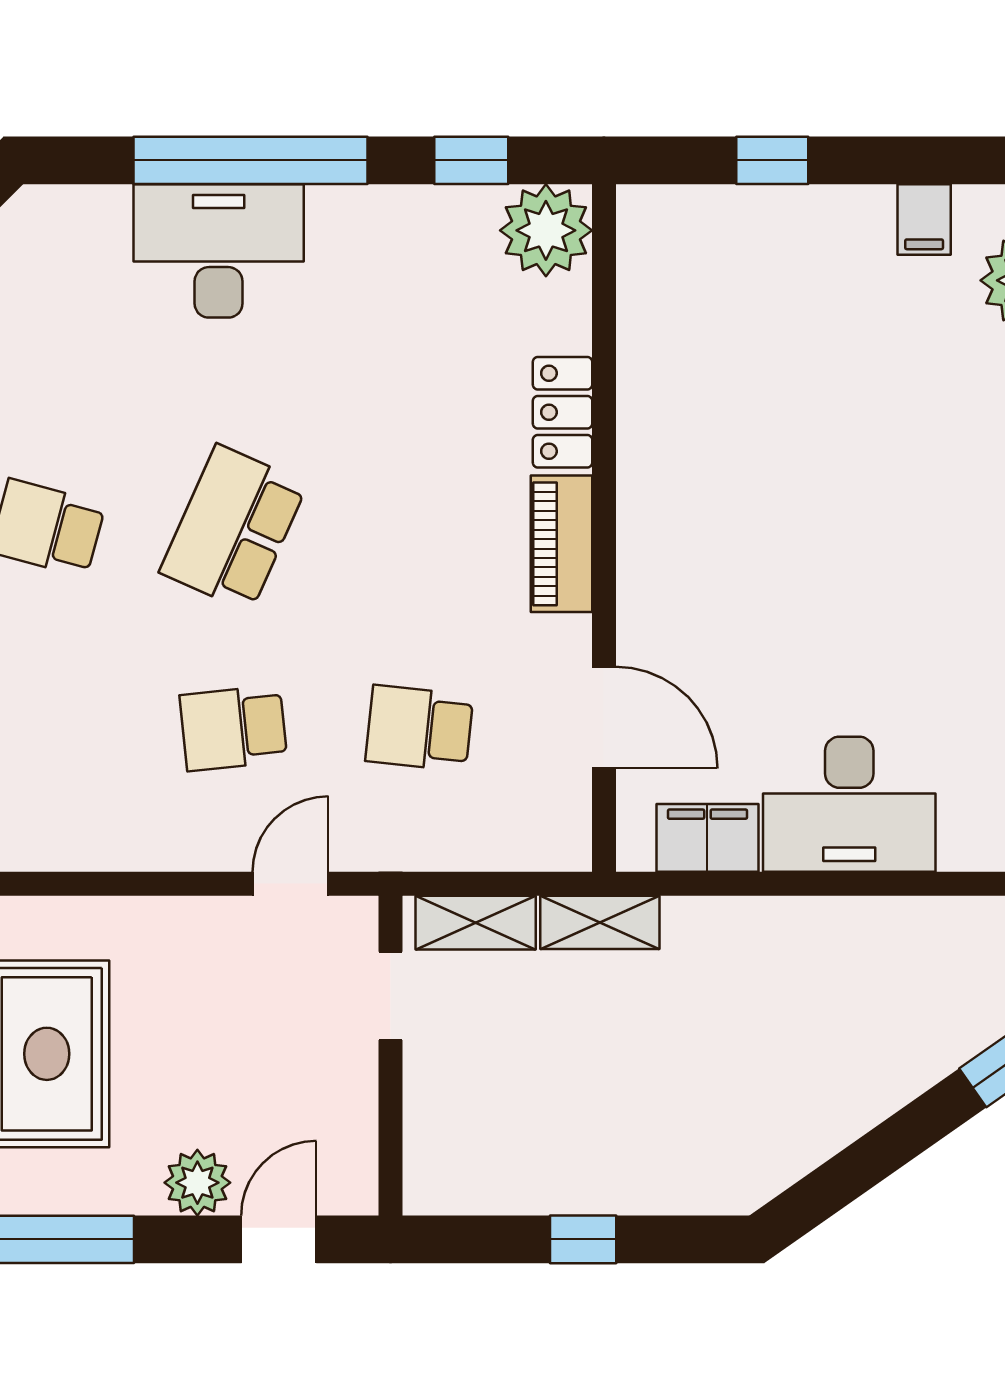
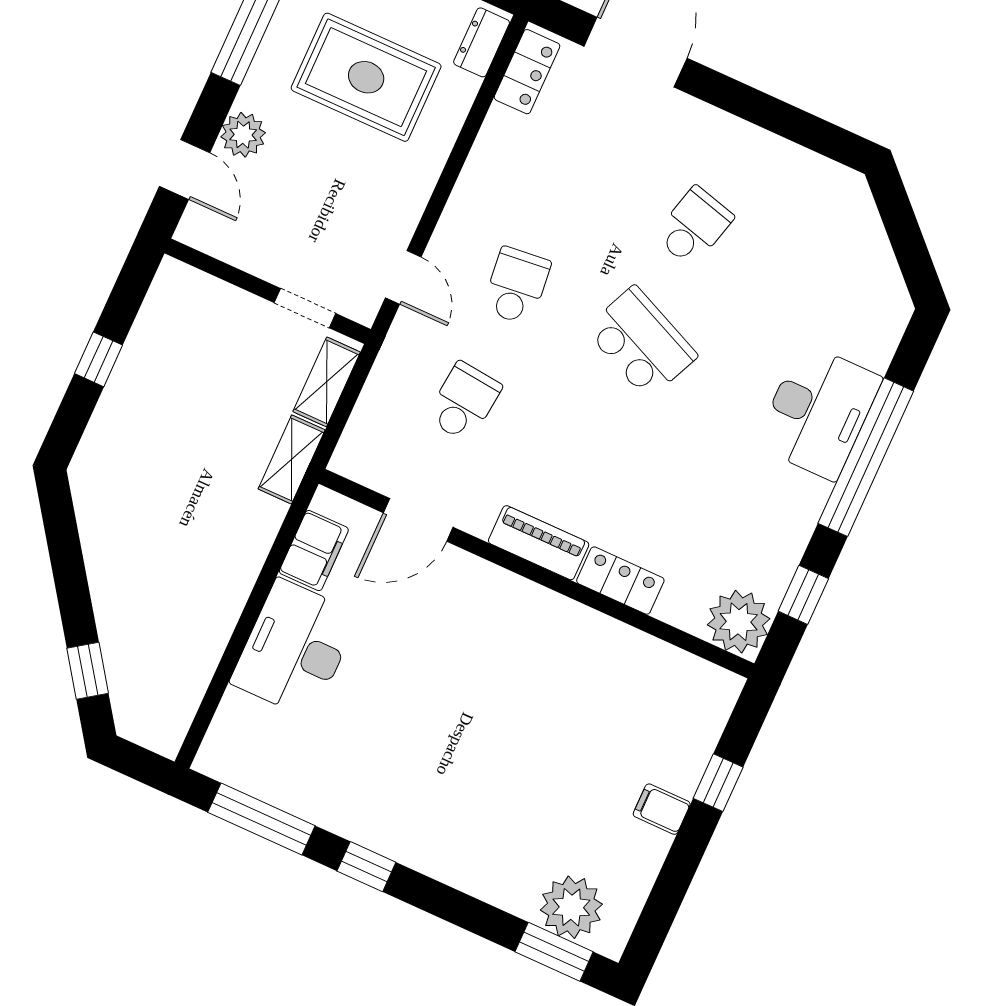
filing cabinet: (924, 220) -> (662, 809), moved

